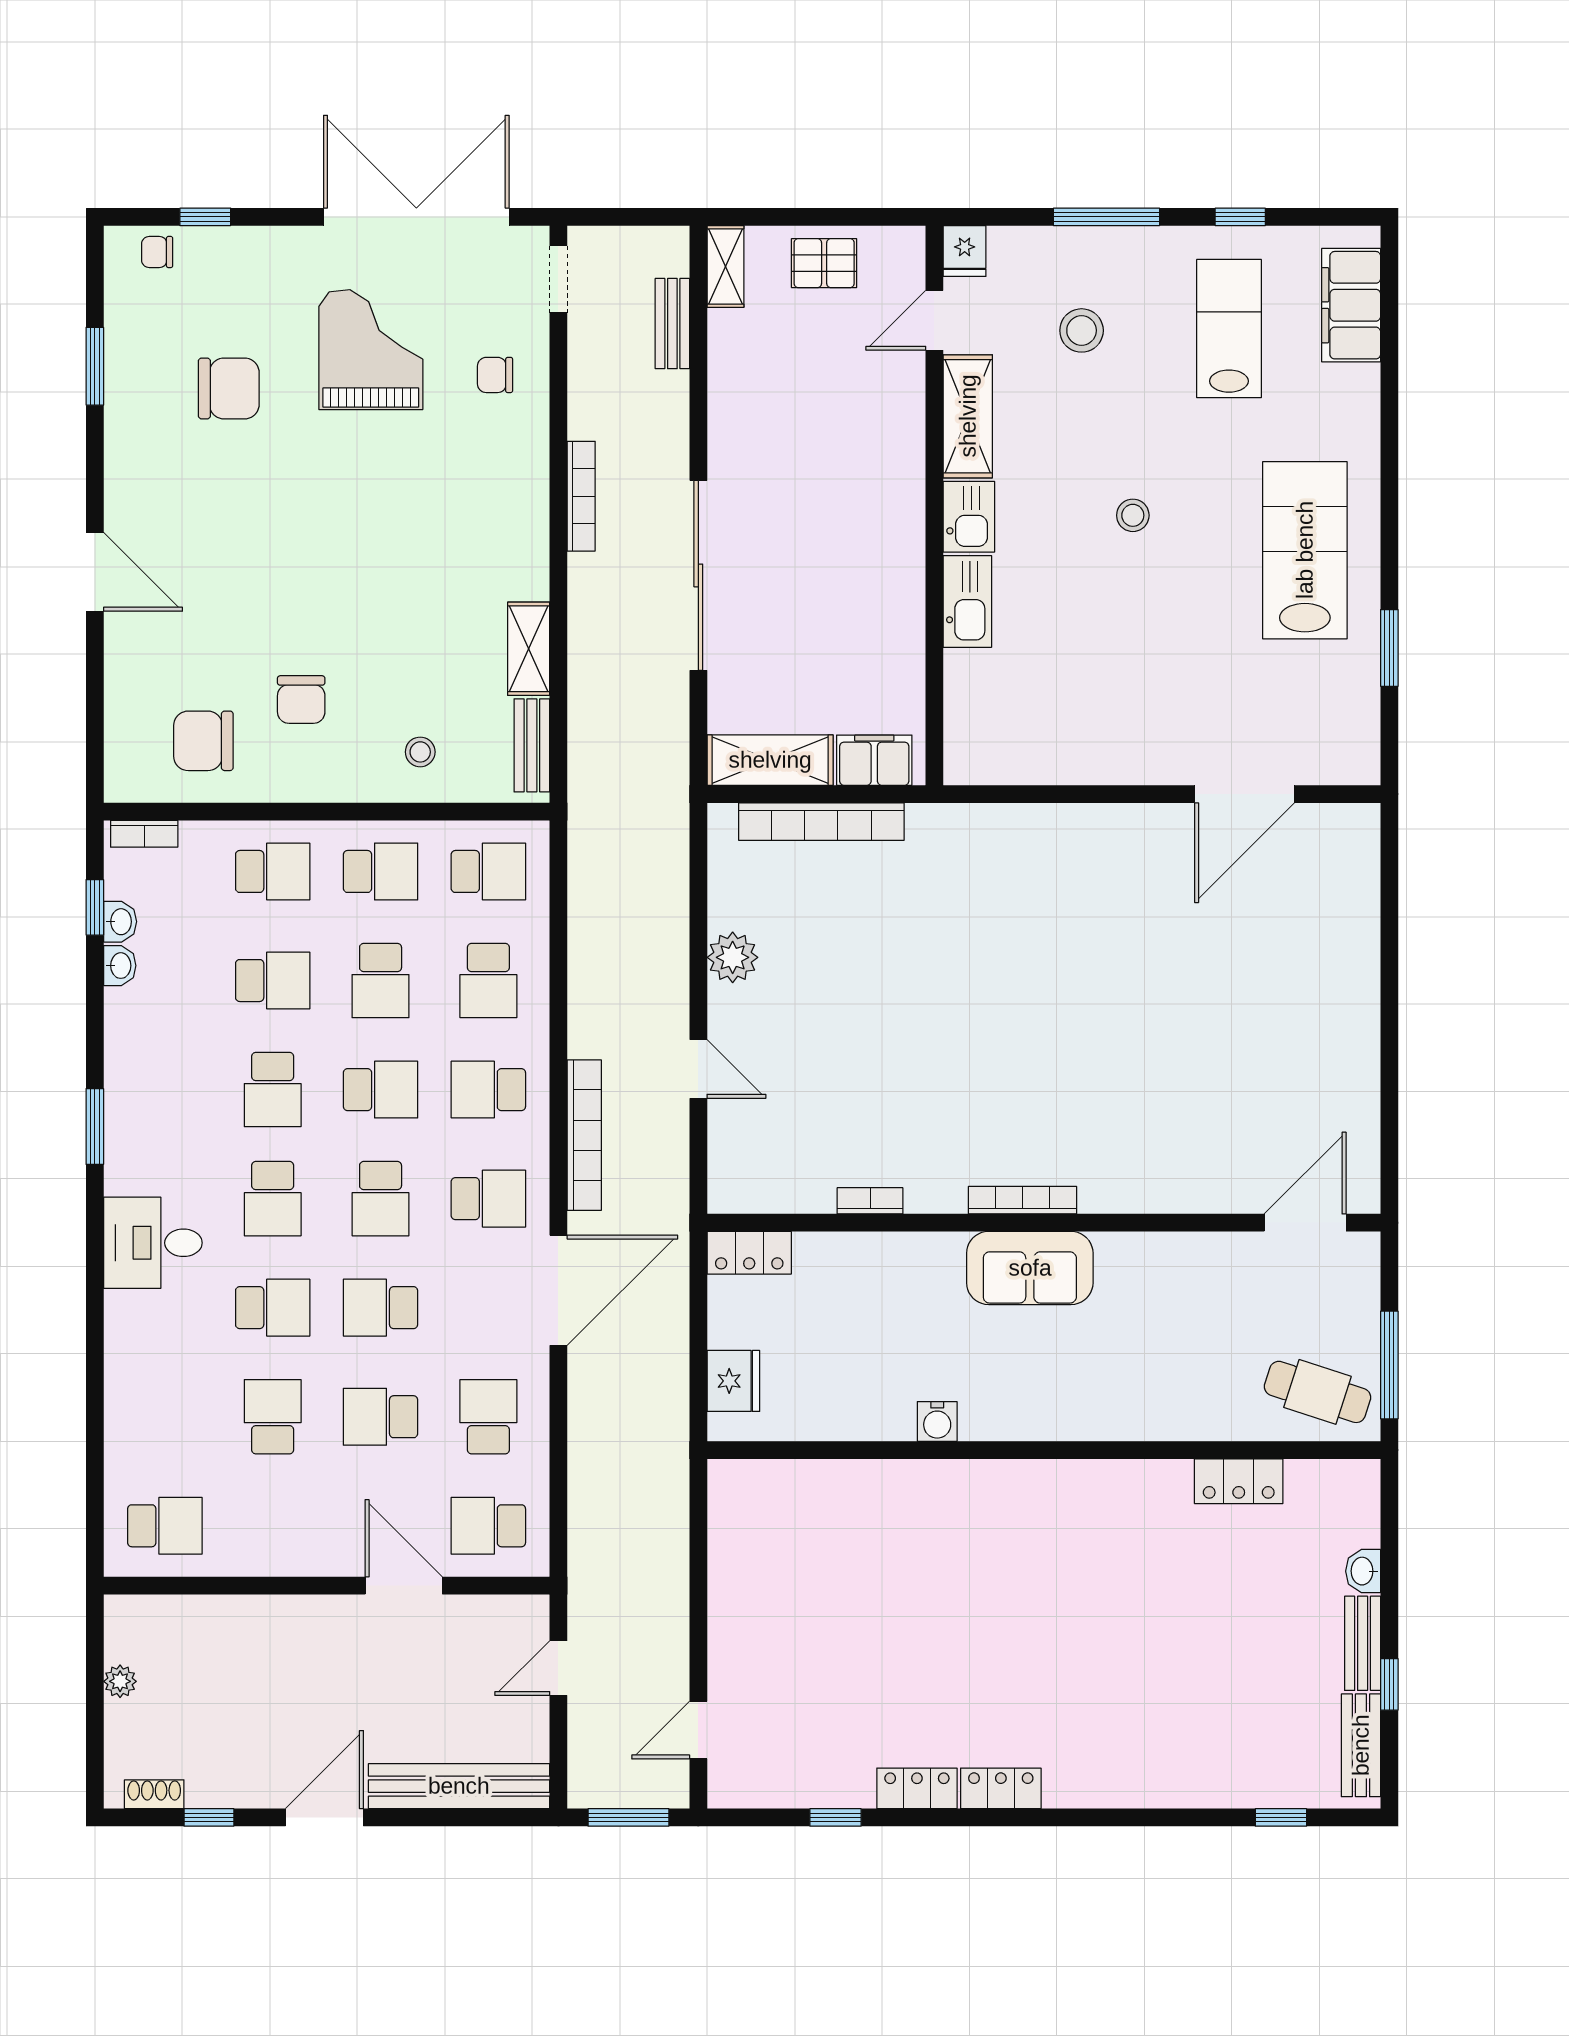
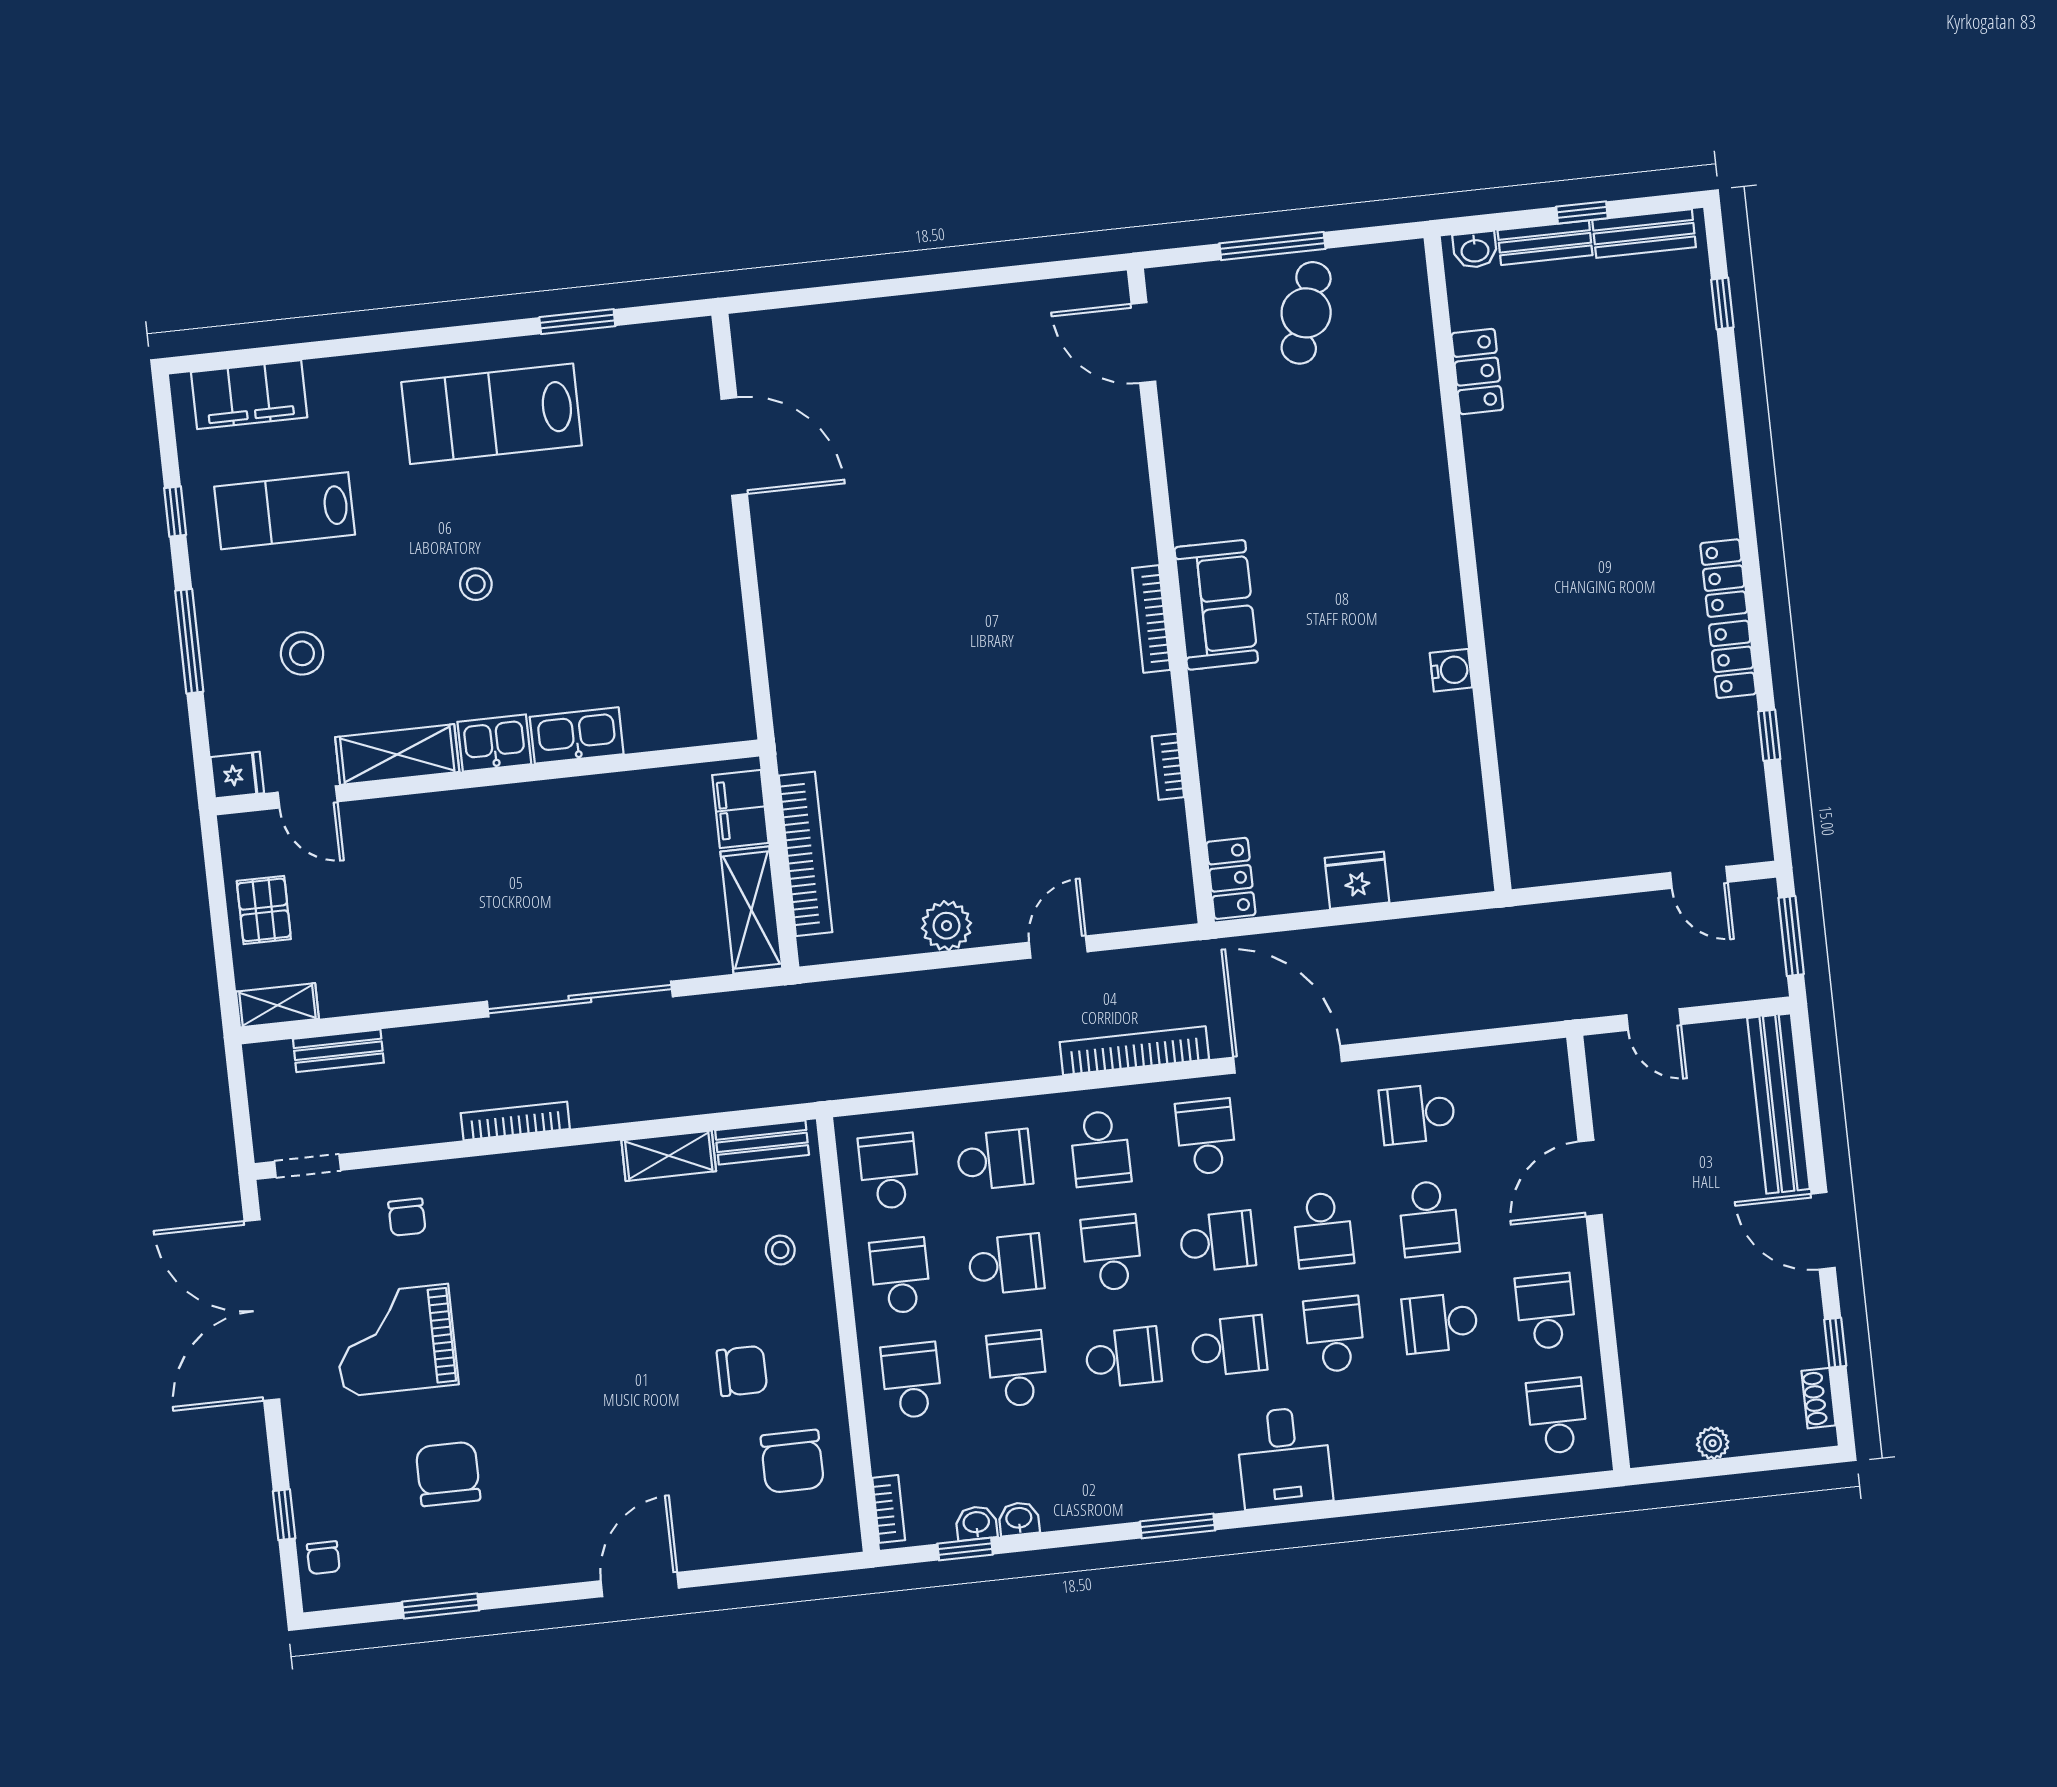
water cooler: (937, 1421) -> (1451, 670), moved
wall: (1044, 1450) -> (1468, 564), moved
locker: (1239, 1481) -> (1477, 372), moved
school desk: (488, 1526) -> (1546, 1312), moved, turned 180

